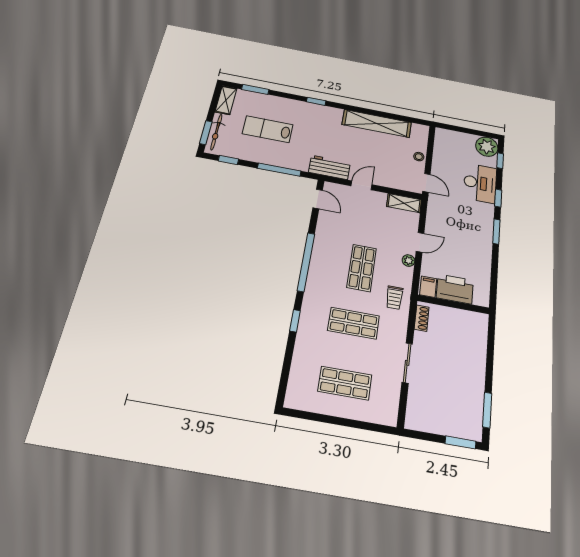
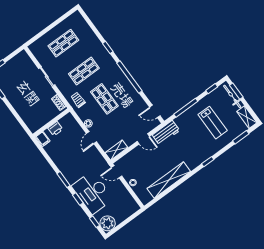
lab bench: (268, 129) -> (213, 123), turned 90
desk: (480, 183) -> (92, 193), width x1.36, depth x1.30
door: (361, 185) -> (143, 139), hinge flipped
filing cabinet: (428, 287) -> (43, 139), moved
printer: (455, 289) -> (55, 129), width x0.53, depth x0.68

